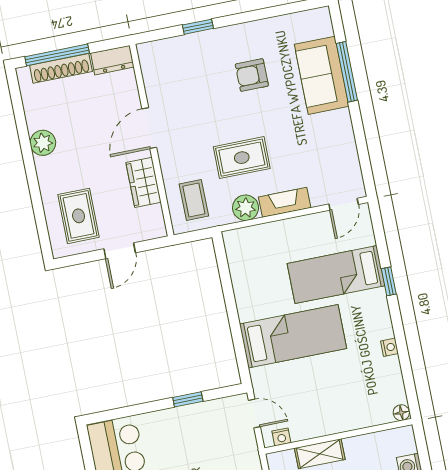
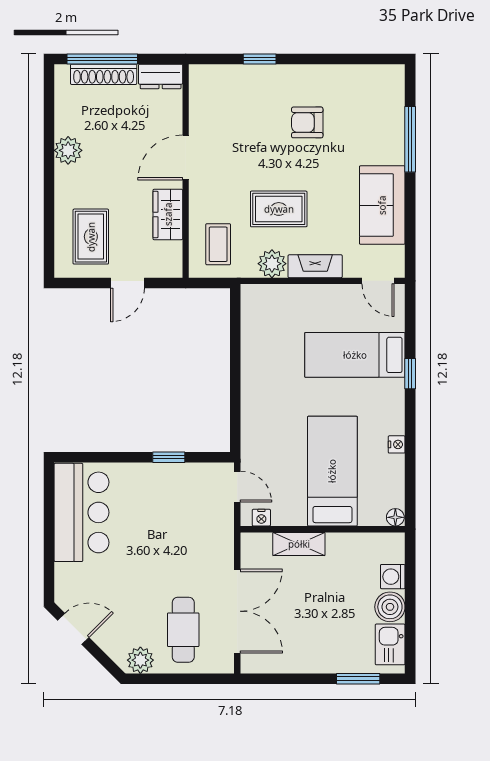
sofa: (322, 75) -> (382, 205), moved
door: (344, 204) -> (378, 281), hinge flipped
bed: (293, 336) -> (332, 471), moved, turned -90

